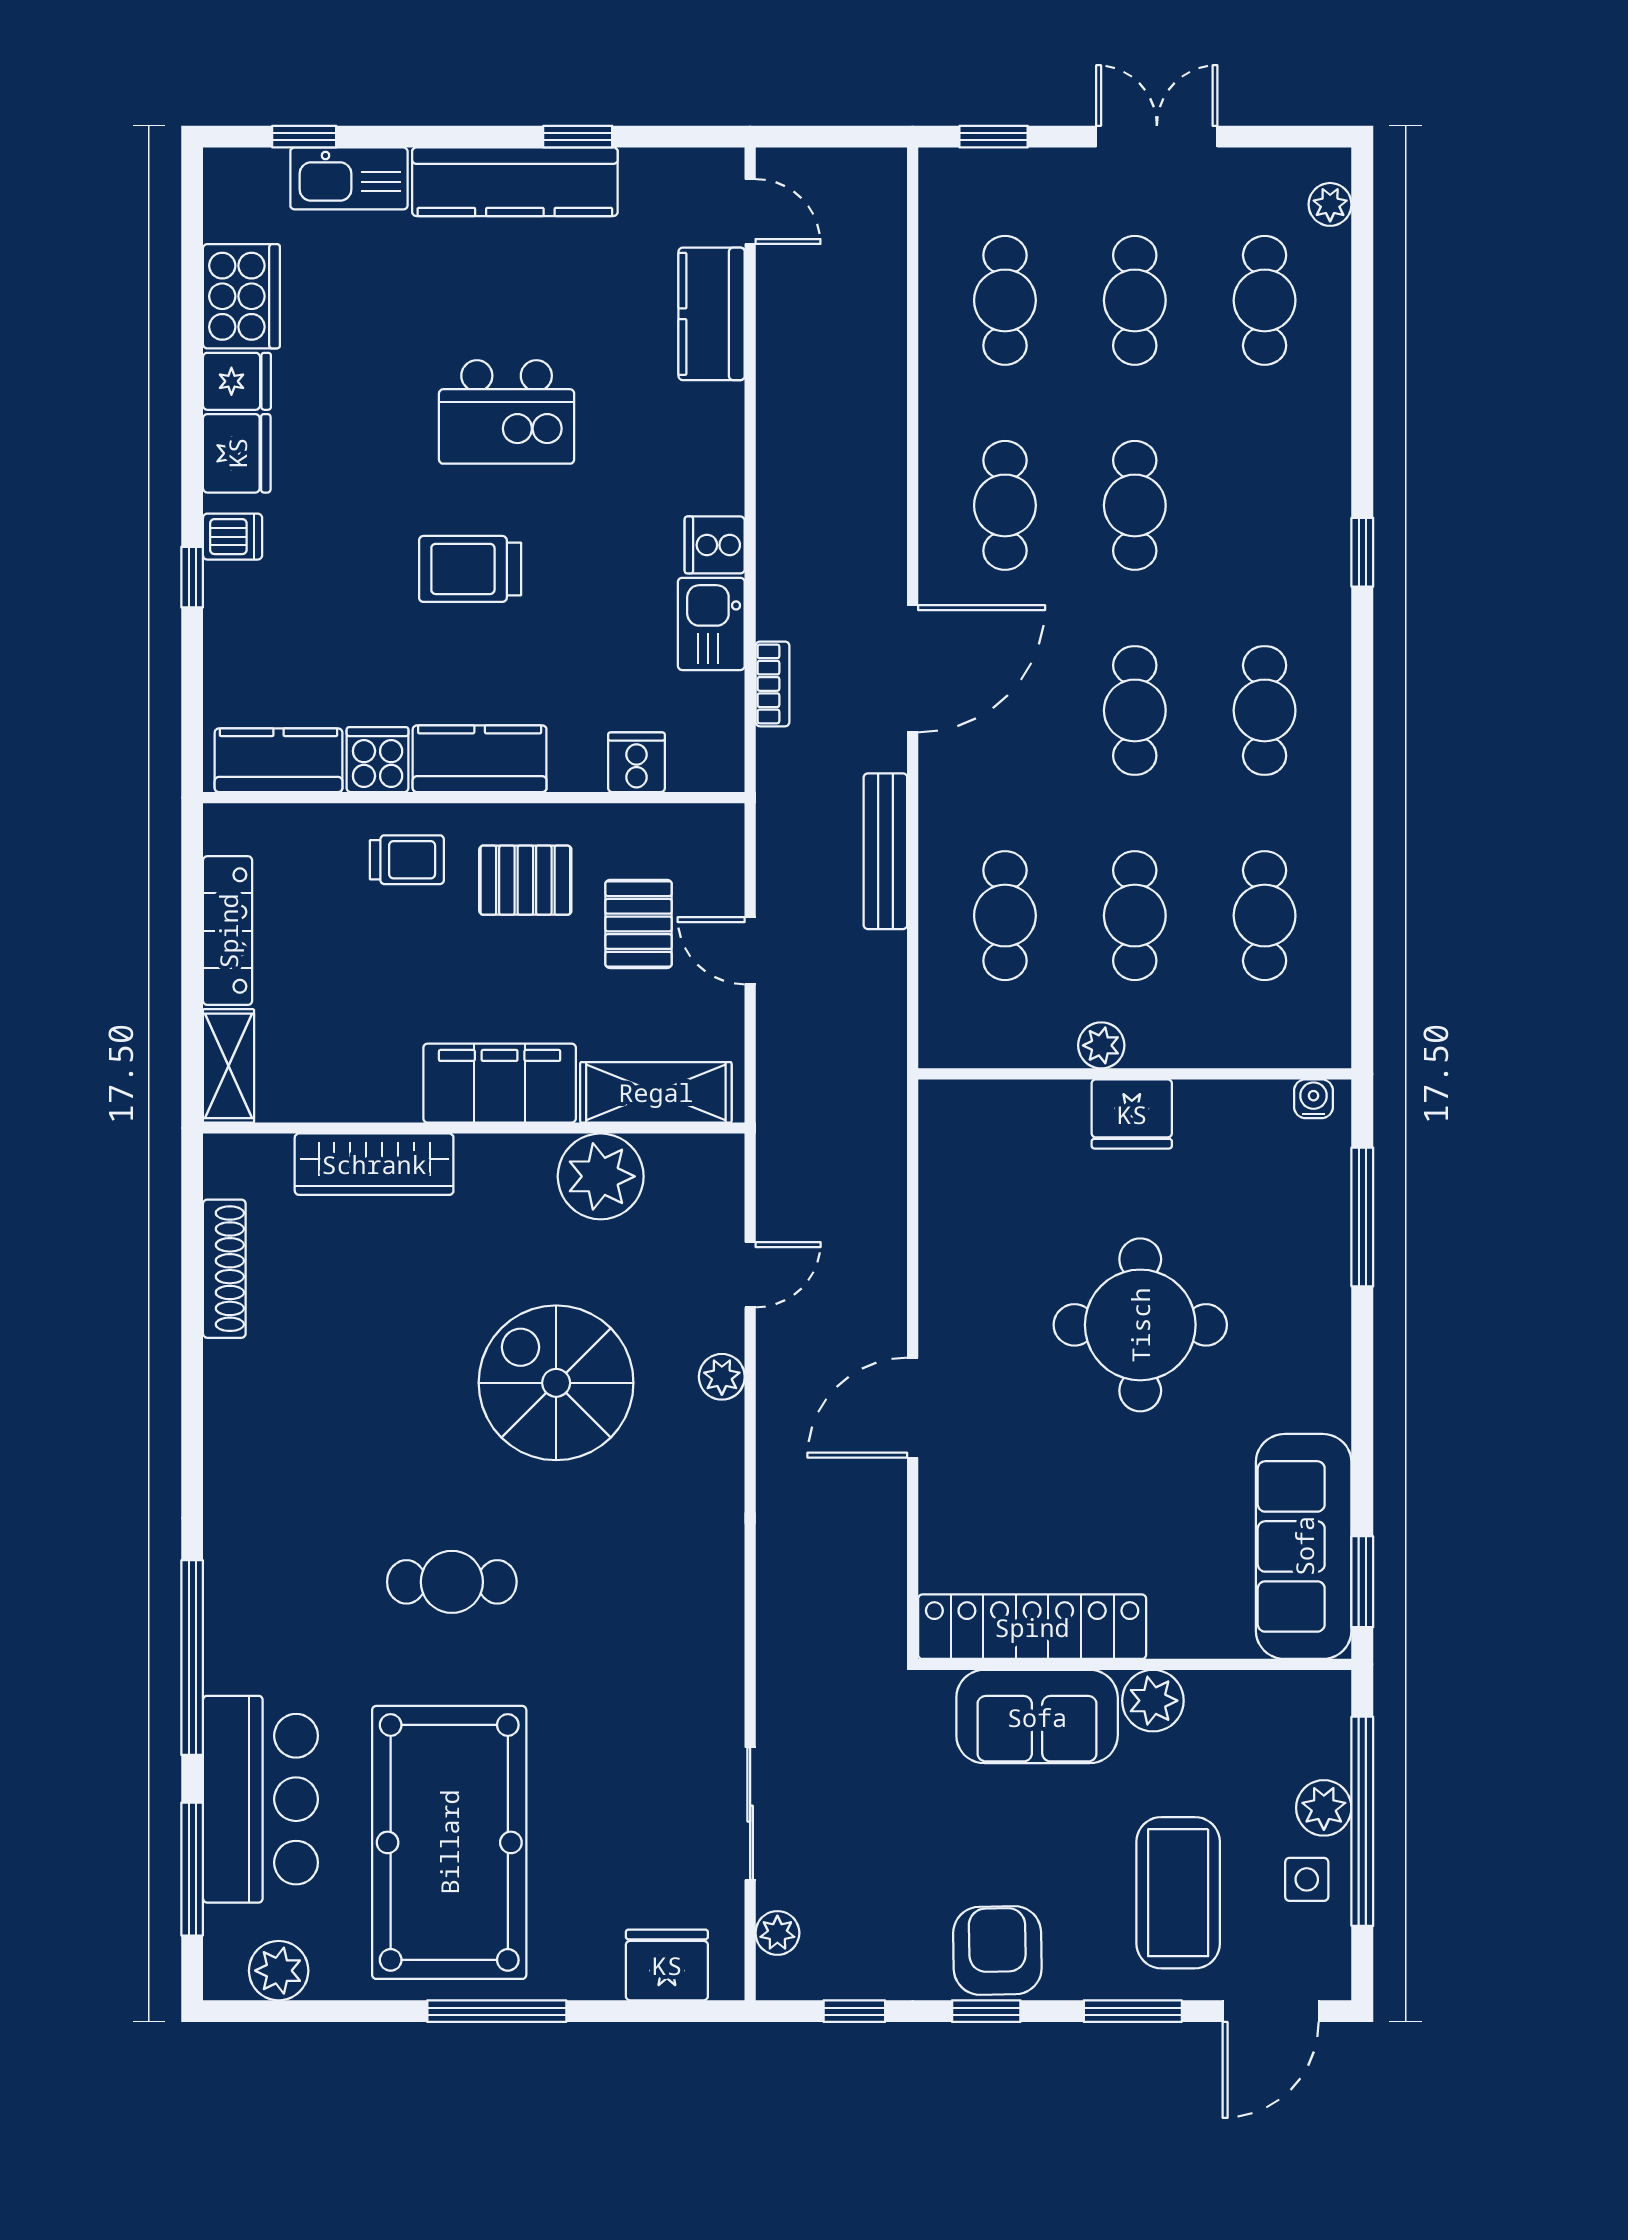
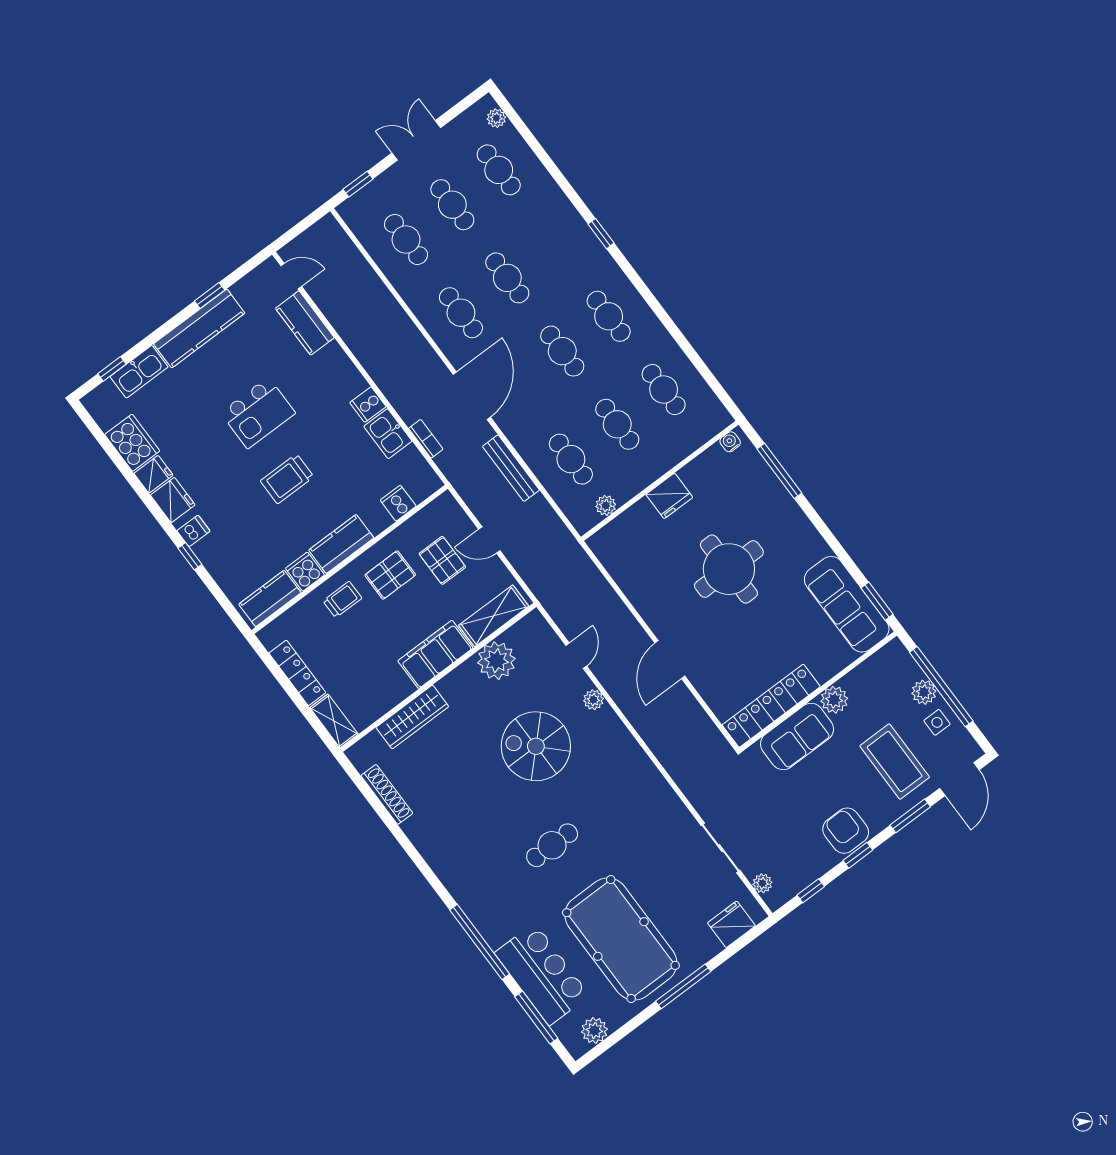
plant: (1101, 1045) -> (606, 505), moved

